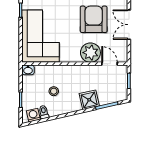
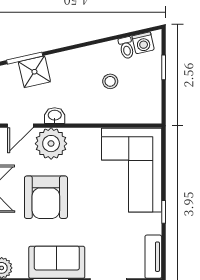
door: (109, 64) -> (20, 126), hinge flipped
washbasin: (28, 70) -> (55, 116), moved
shower: (89, 100) -> (34, 72), moved

